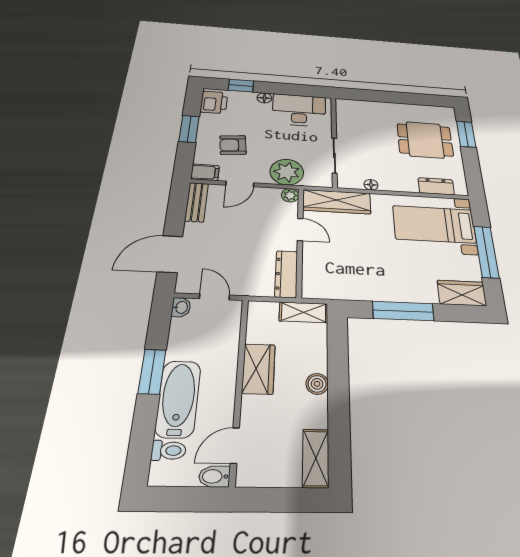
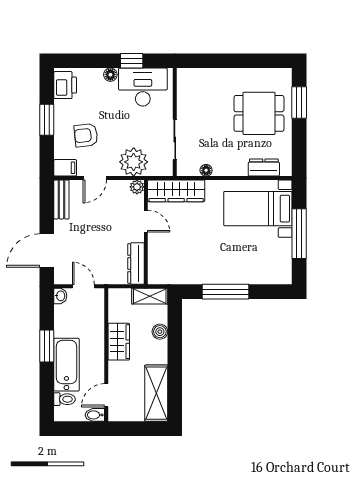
window: (241, 86) -> (132, 61), moved
wardrobe: (462, 293) -> (273, 274), removed
boiler: (317, 384) -> (160, 332), moved
shelving: (316, 458) -> (156, 393), width x1.50, depth x1.33

